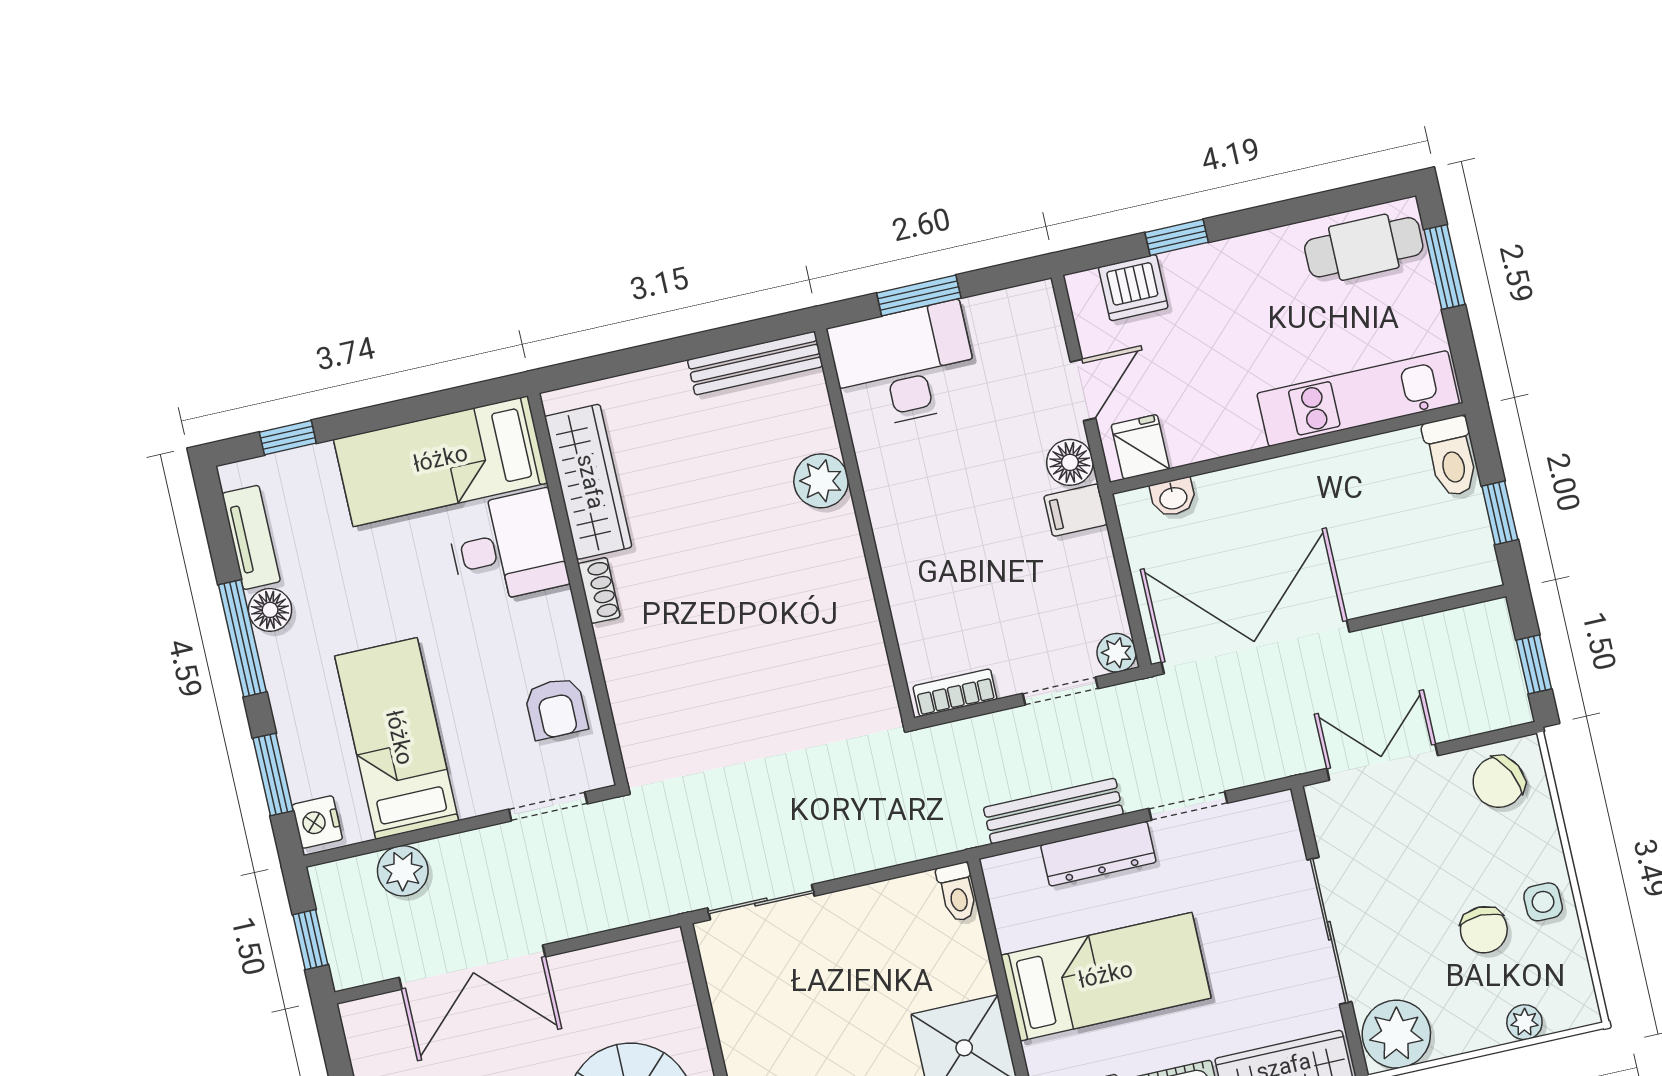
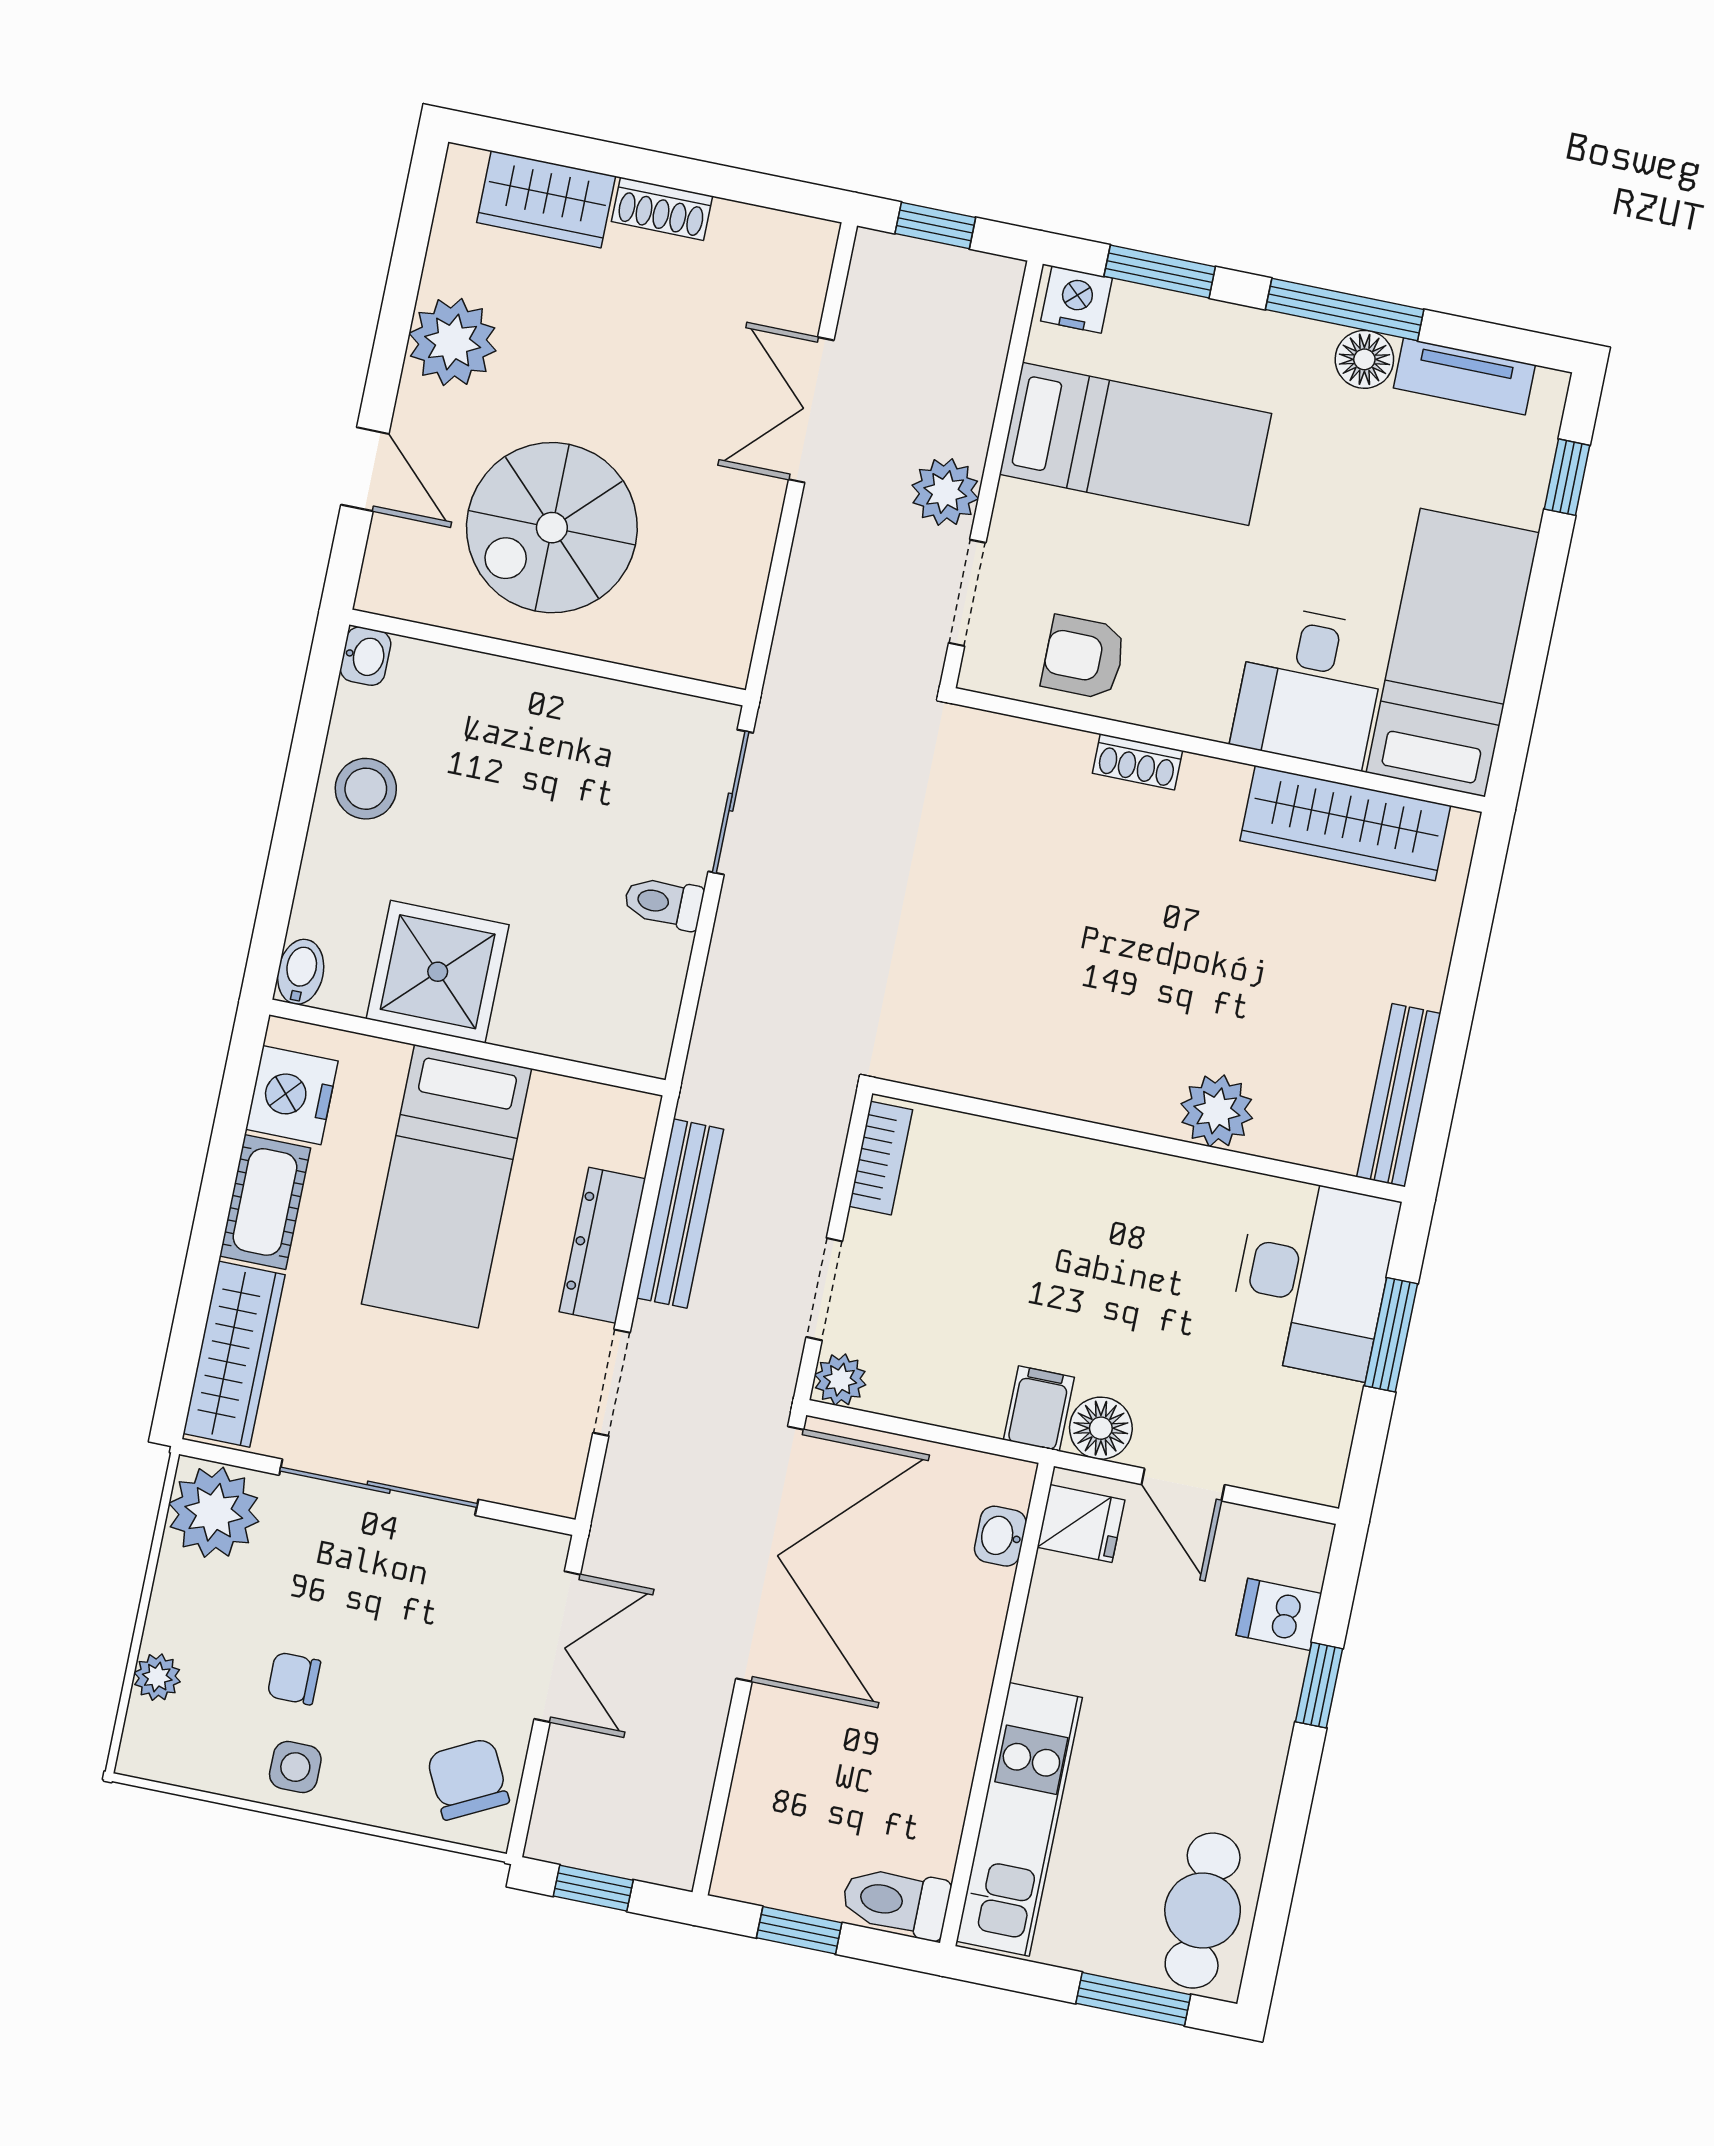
dishwasher: (1133, 288) -> (1279, 1614), width x0.73
shoe rack: (599, 590) -> (1137, 762), moved
plant: (403, 871) -> (945, 492), moved
toilet: (957, 892) -> (664, 903), moved
chair: (1484, 930) -> (294, 1678), width x0.73, depth x0.73
double door: (472, 967) -> (811, 410), width x0.73

